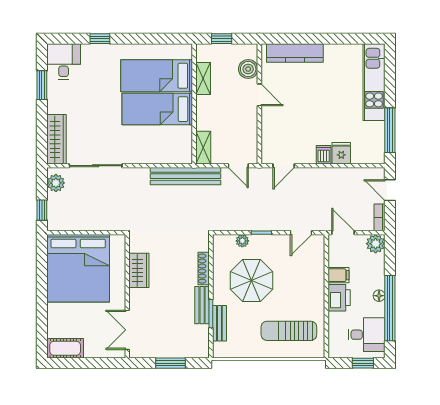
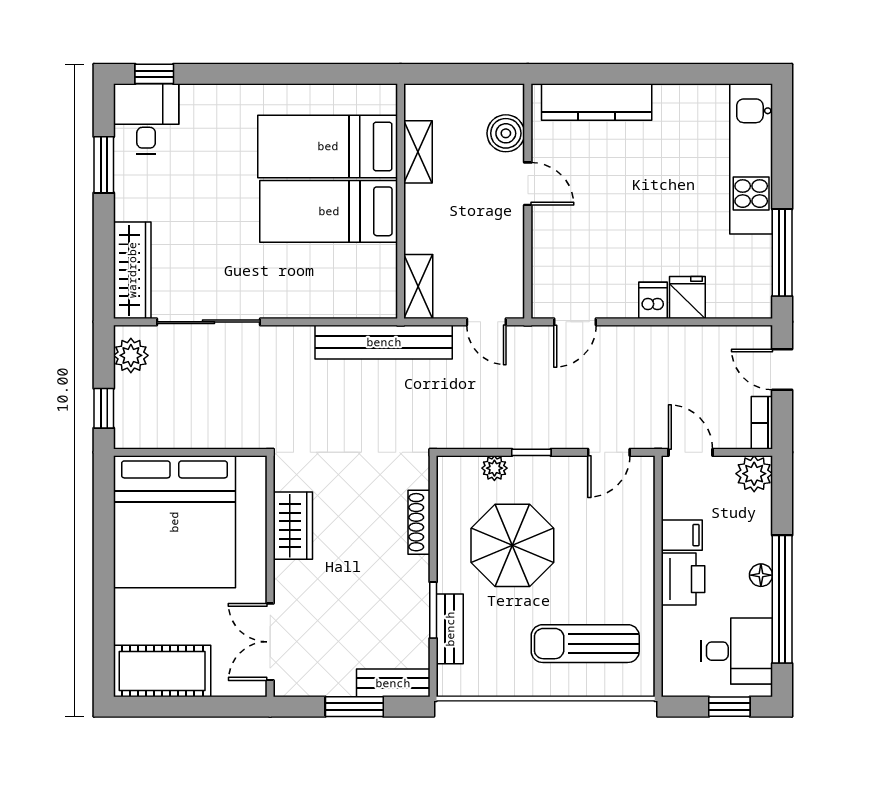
window: (100, 39) -> (154, 74), moved
window: (222, 39) -> (454, 74), removed
bench: (202, 305) -> (393, 683), moved, turned 90
cot: (65, 348) -> (162, 671), width x1.37, depth x1.34

